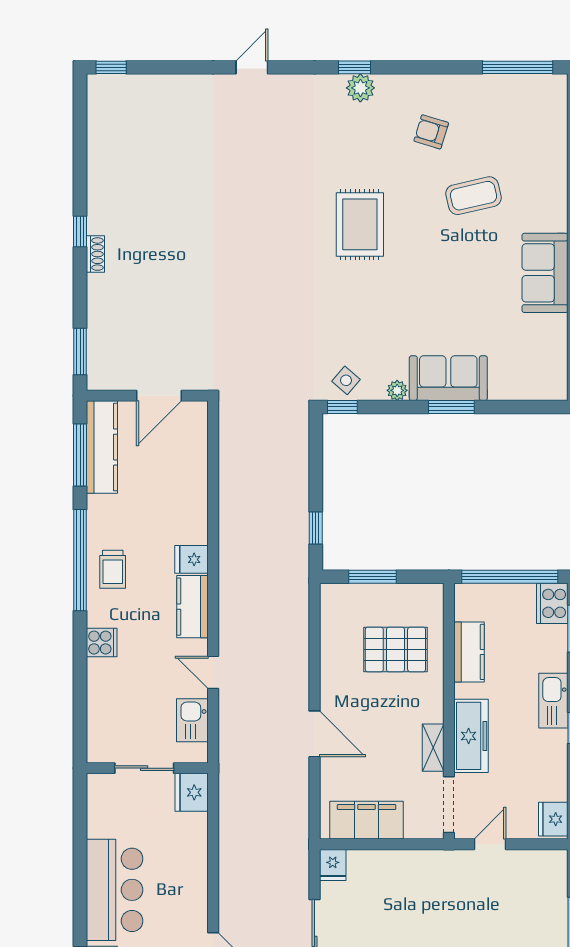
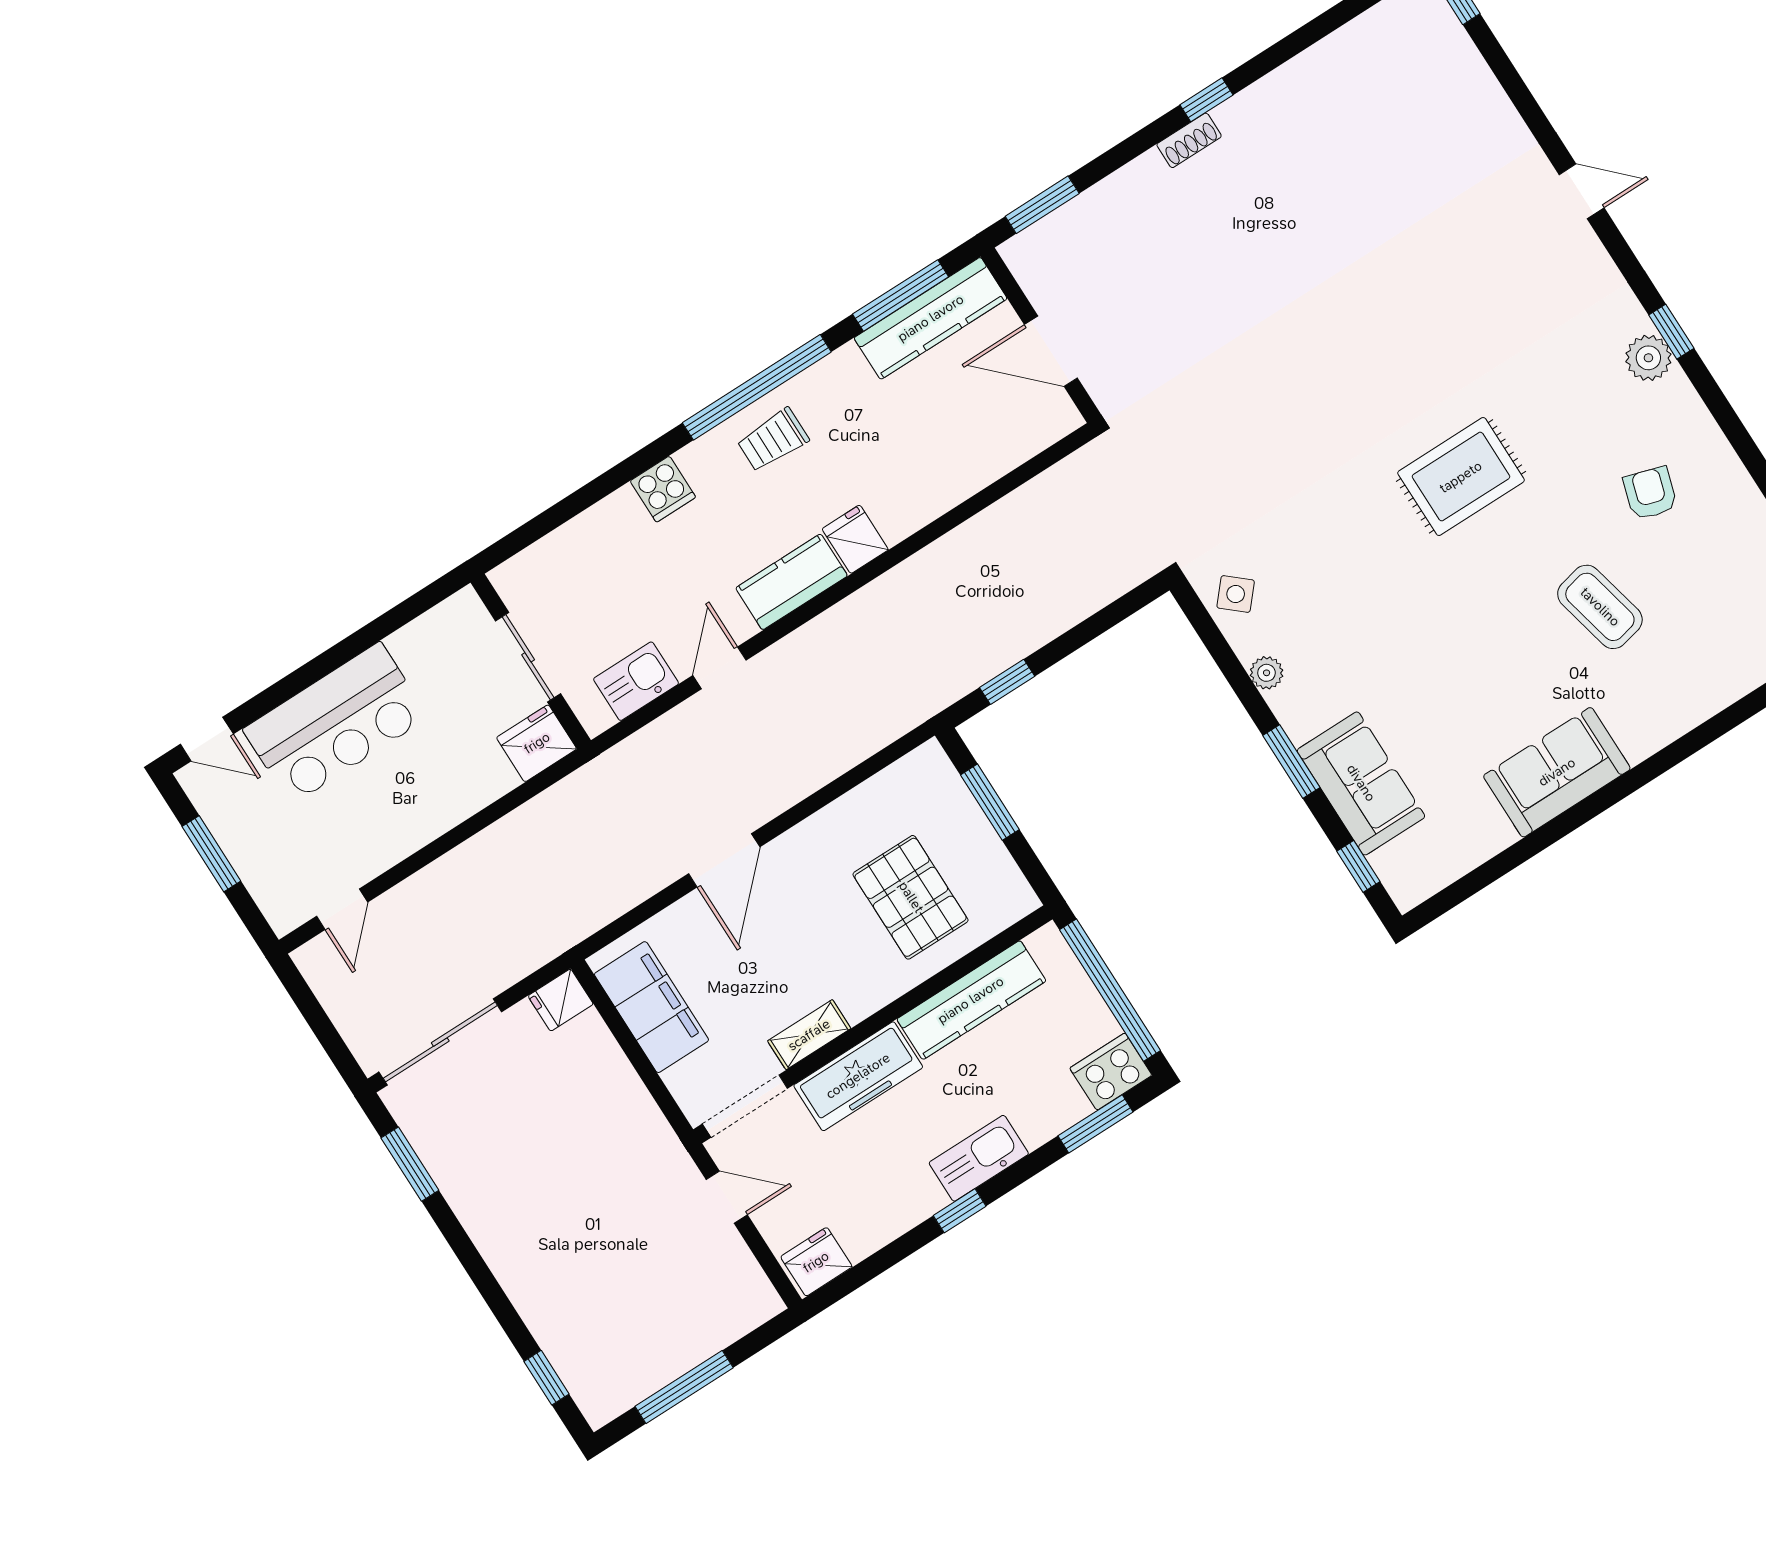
sofa: (448, 378) -> (1361, 783), moved
window: (342, 407) -> (1358, 866), moved
kitchen counter: (469, 652) -> (971, 1000), width x1.50

